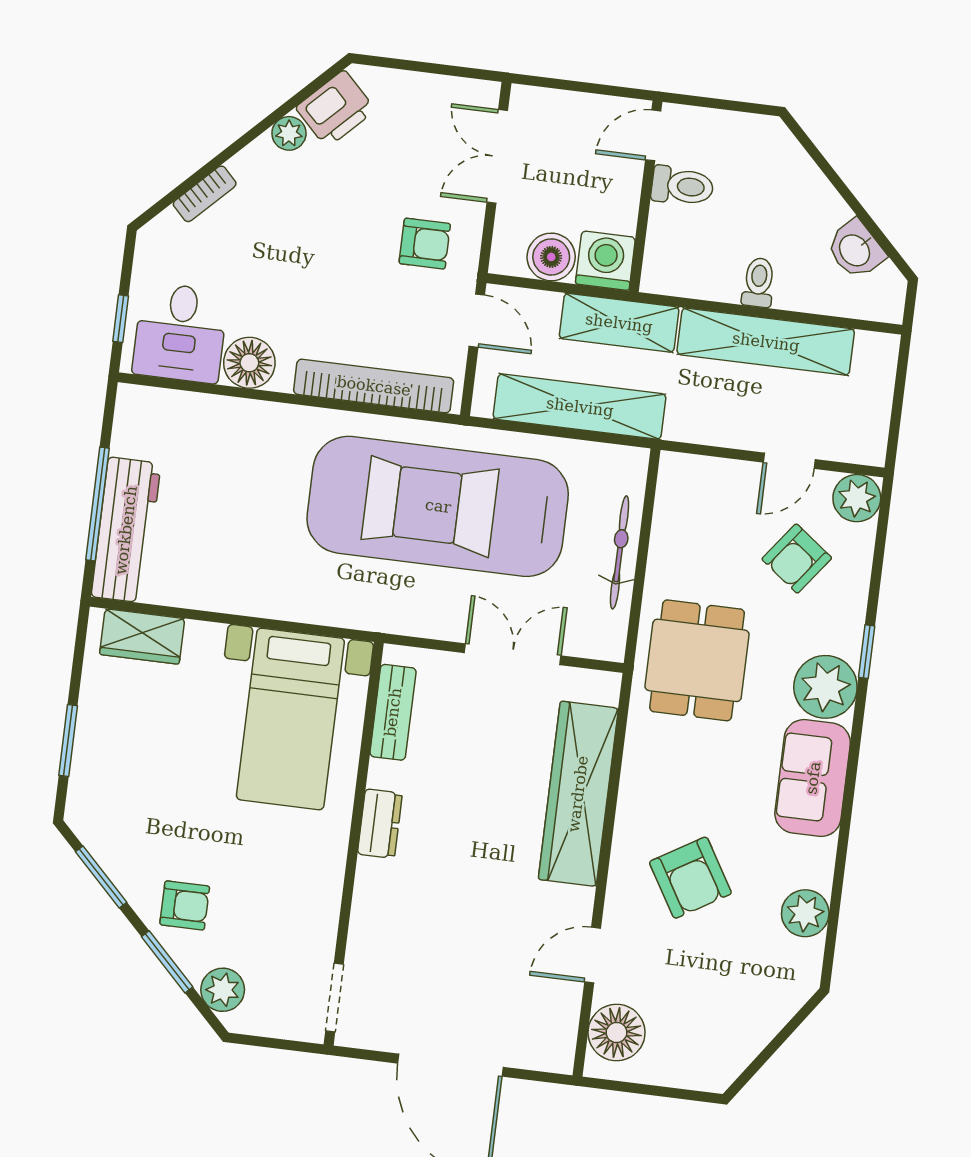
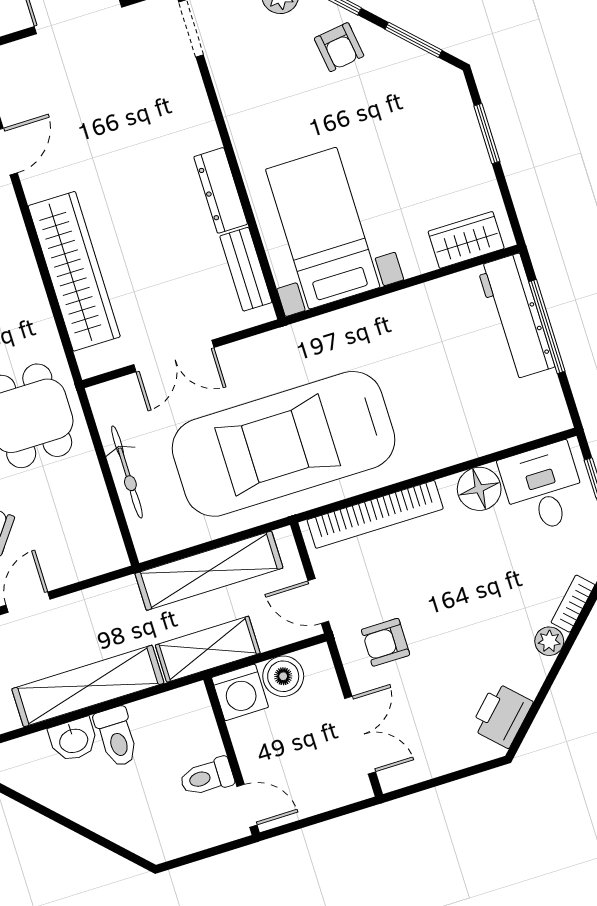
plant: (289, 133) -> (549, 641), moved
door: (653, 135) -> (247, 806), hinge flipped
washbasin: (856, 250) -> (73, 740), moved, turned 135
toilet: (758, 282) -> (117, 737), width x1.37, depth x1.39
car: (438, 506) -> (284, 444), turned 180
dresser: (380, 824) -> (221, 190), width x1.44
armchair: (185, 905) -> (339, 47), turned -98

